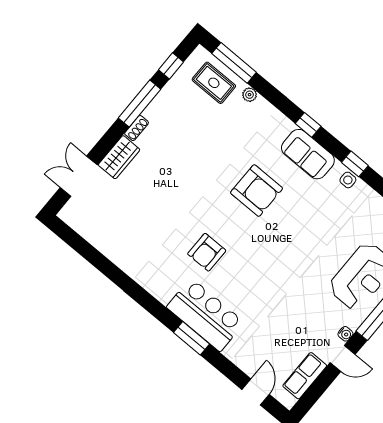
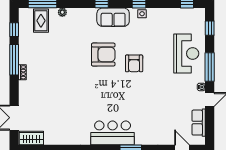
rug: (214, 83) -> (41, 21), turned 90
wardrobe: (119, 157) -> (31, 138), moved, turned -90
armchair: (207, 252) -> (134, 63), moved
bar counter: (205, 315) -> (113, 133), moved

